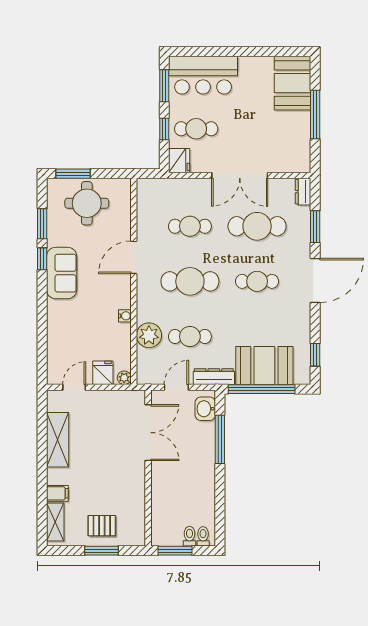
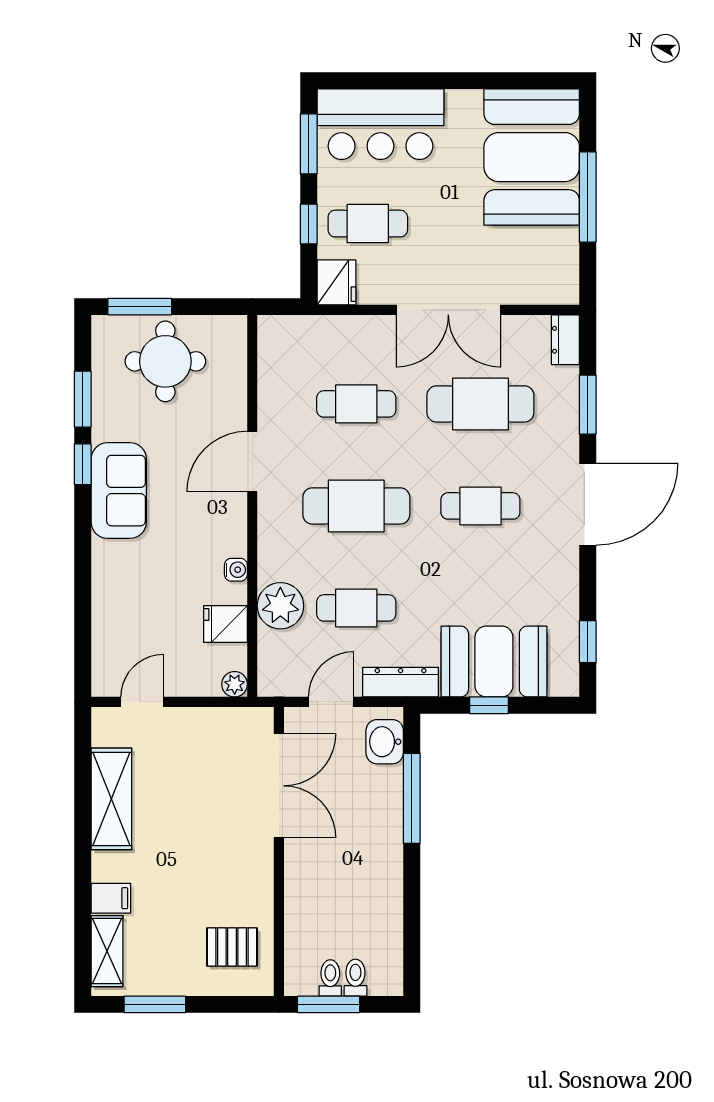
booth: (292, 83) -> (532, 157), width x1.36, depth x1.42
fridge: (103, 373) -> (225, 624), moved, turned -90
window: (262, 389) -> (489, 705), width x0.32
pallet: (102, 526) -> (232, 947), moved
toilet: (203, 536) -> (330, 978), moved
window: (101, 551) -> (155, 1004), moved

